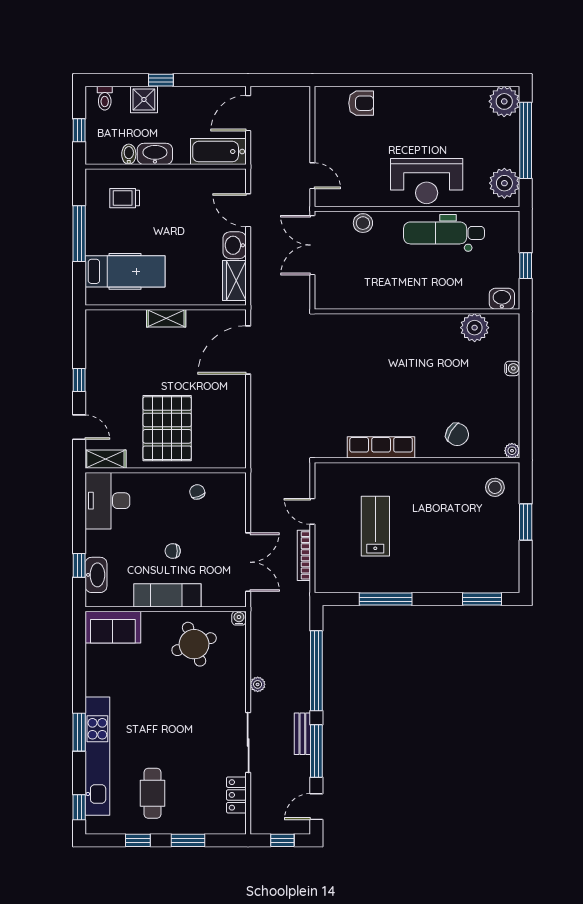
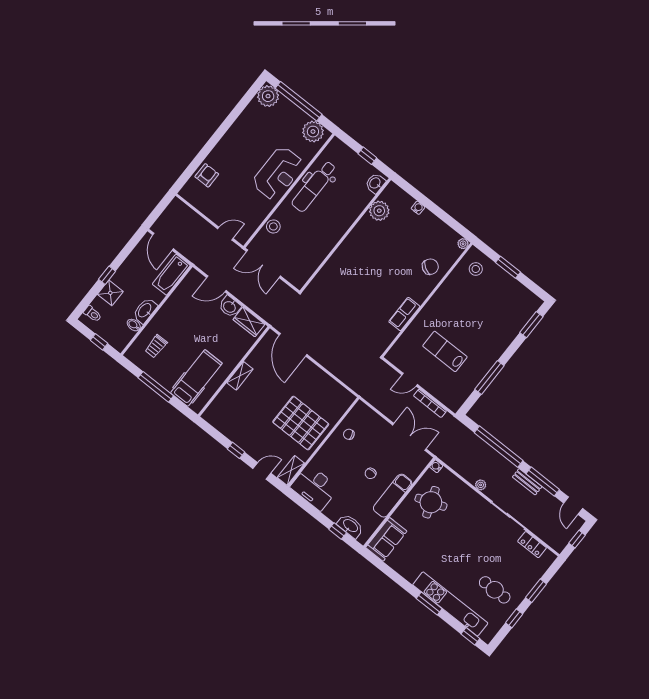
row of seats: (381, 447) -> (404, 314), width x0.68

